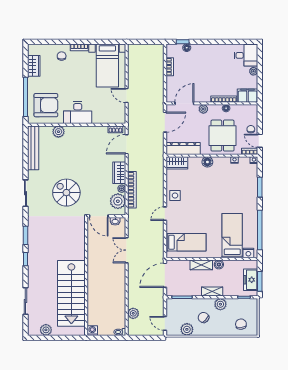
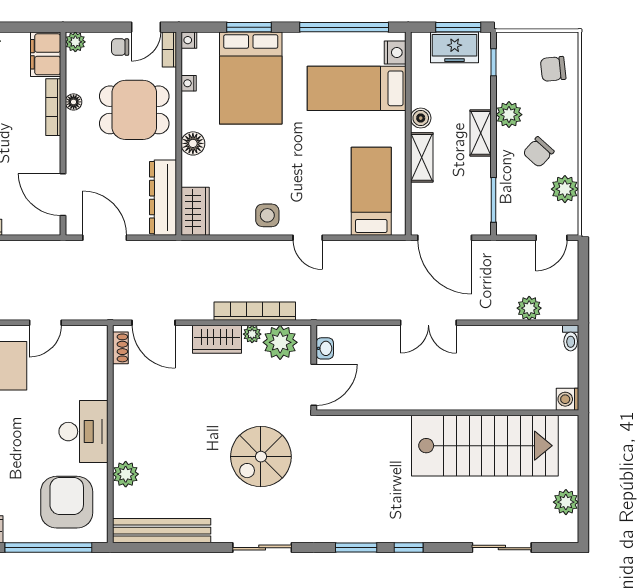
plant: (203, 109) -> (75, 42), moved
bed: (237, 188) -> (251, 78), added
double door: (127, 250) -> (428, 323), moved

